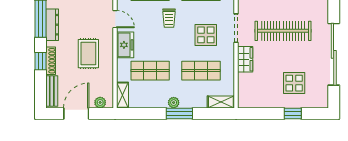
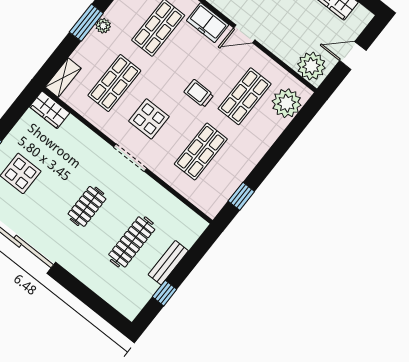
clothes rail: (283, 31) -> (87, 206), width x0.54, depth x0.76
wardrobe: (245, 59) -> (50, 110), moved

